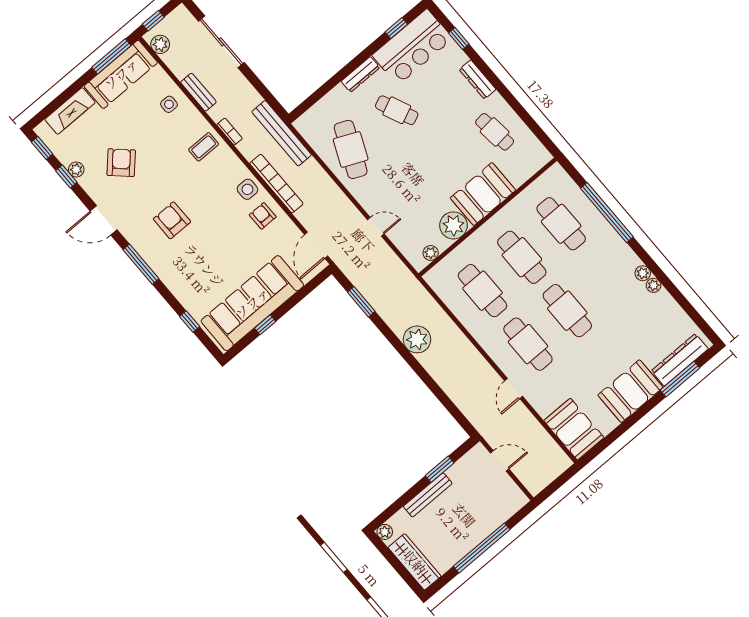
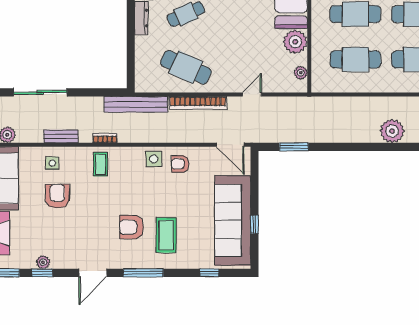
armchair: (121, 163) -> (57, 196), moved, turned 47
bookcase: (276, 184) -> (198, 103), moved, turned 180
coffee table: (191, 256) -> (166, 235), added
plant: (417, 339) -> (392, 131), moved

